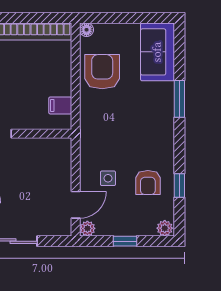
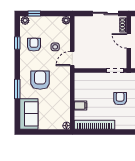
armchair: (102, 72) -> (40, 80), moved, turned 180
filing cabinet: (60, 105) -> (80, 105), moved
door: (76, 205) -> (72, 58), moved
window: (125, 241) -> (34, 13), moved

